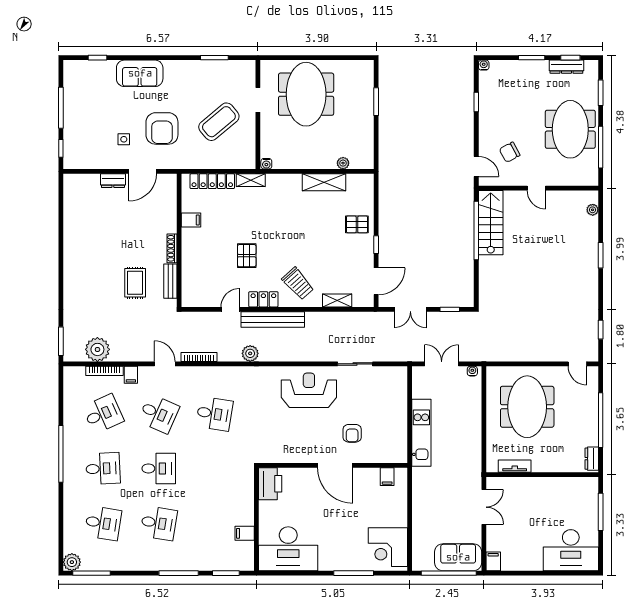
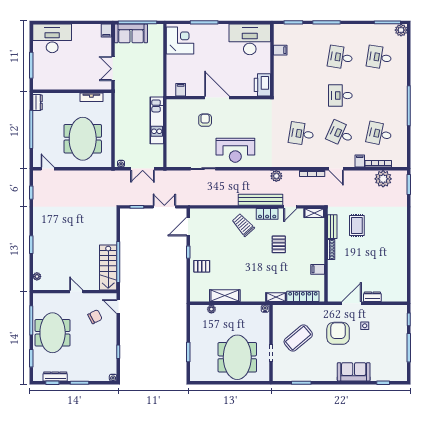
shelving: (337, 301) -> (314, 213), moved
desk: (103, 414) -> (379, 134), turned 36
desk: (103, 468) -> (379, 96), removed

